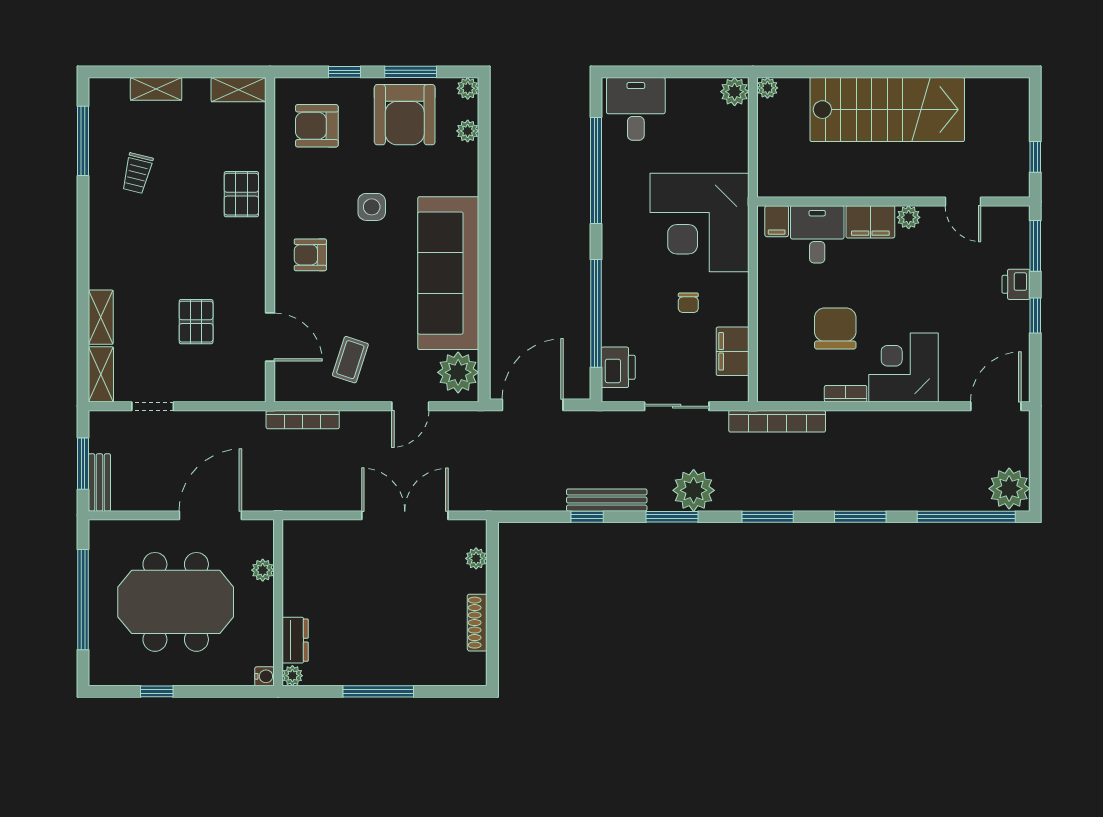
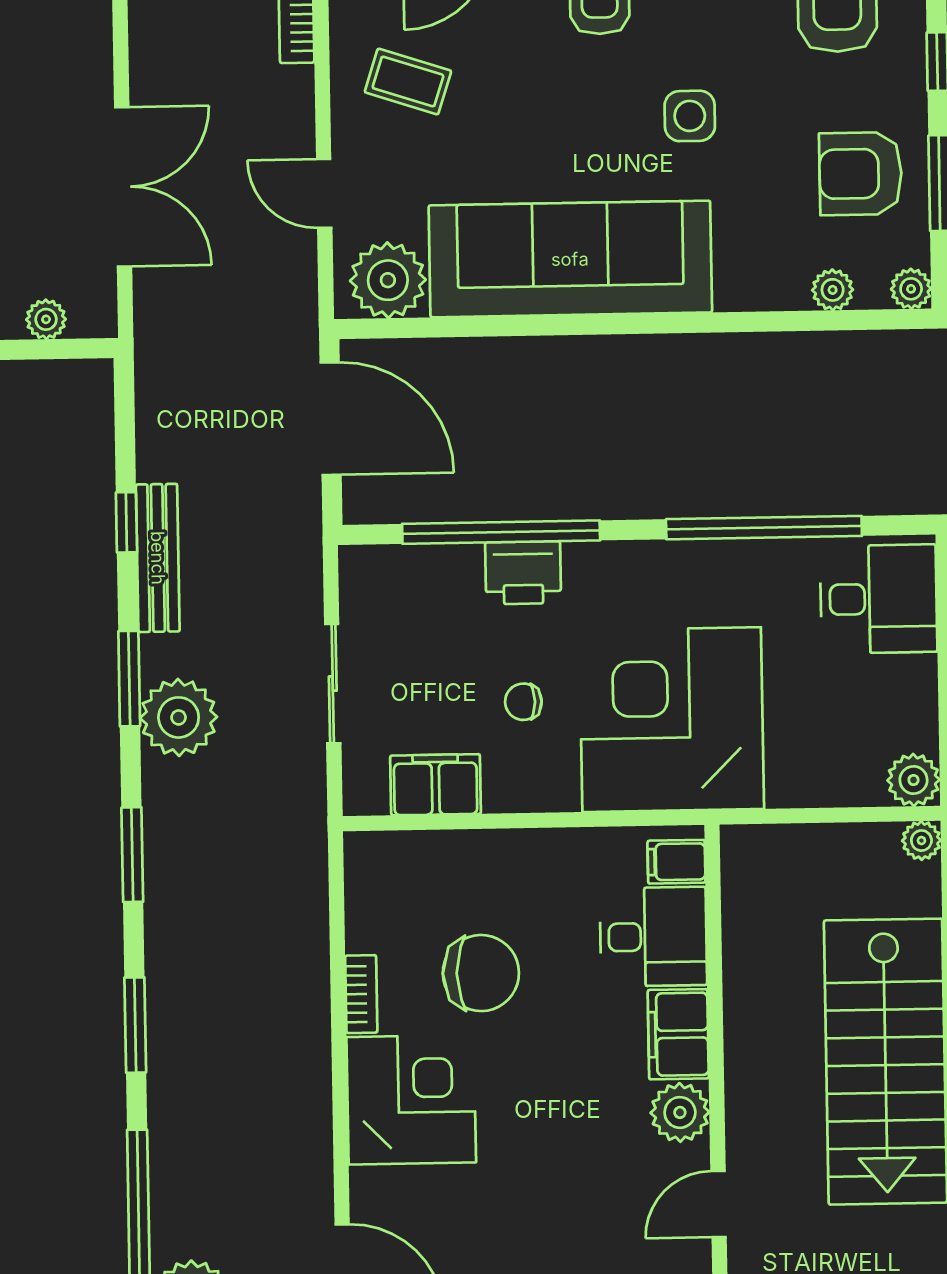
armchair: (405, 115) -> (861, 174), width x0.73, depth x0.73
plant: (909, 217) -> (680, 1112), width x1.38, depth x1.38
printer: (618, 367) -> (523, 573), moved
bookcase: (777, 421) -> (308, 869), removed

